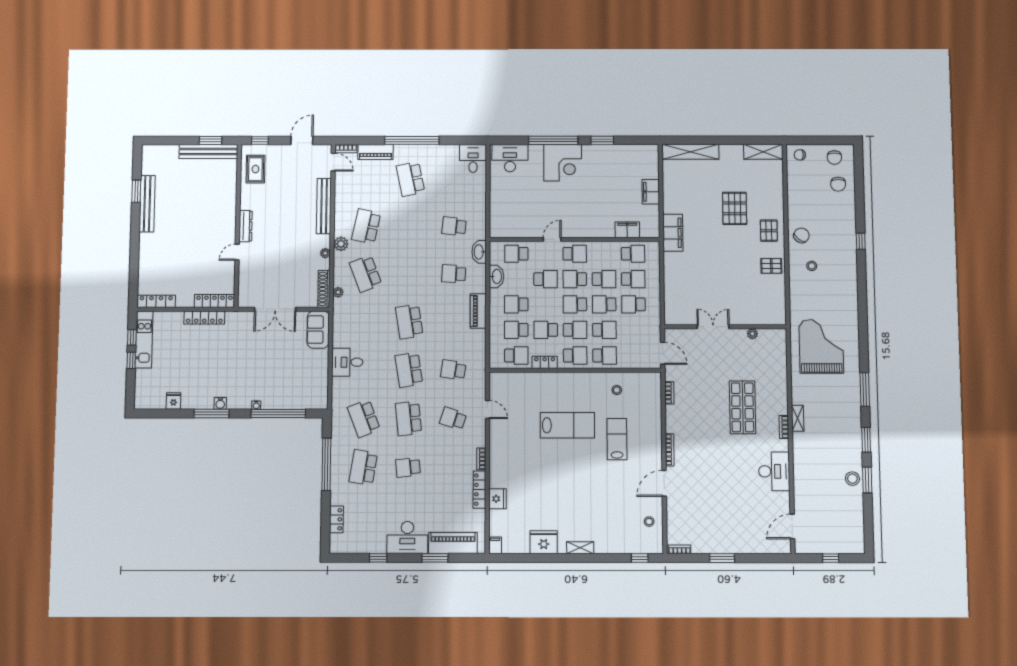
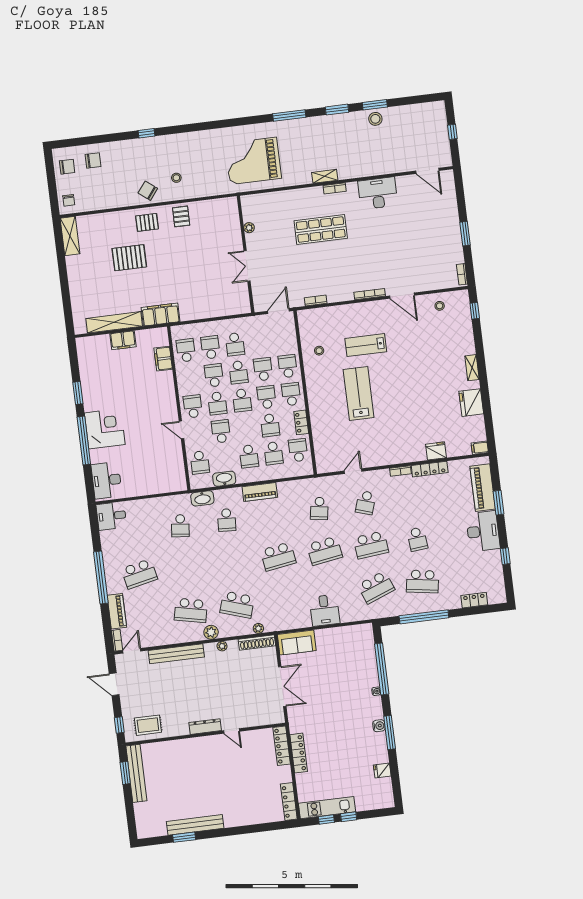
shelving: (690, 152) -> (114, 322), moved, turned 90
school desk: (366, 274) -> (237, 605), turned 39

